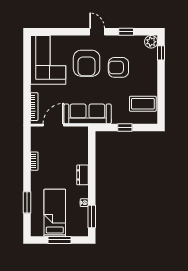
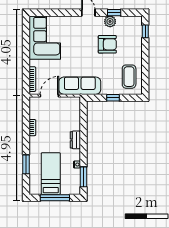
plant: (151, 42) -> (110, 21), moved
armchair: (87, 63) -> (79, 41), removed
armchair: (118, 67) -> (107, 44), turned 180
coffee table: (143, 104) -> (129, 77), turned 90
window: (60, 240) -> (55, 198), width x1.44

